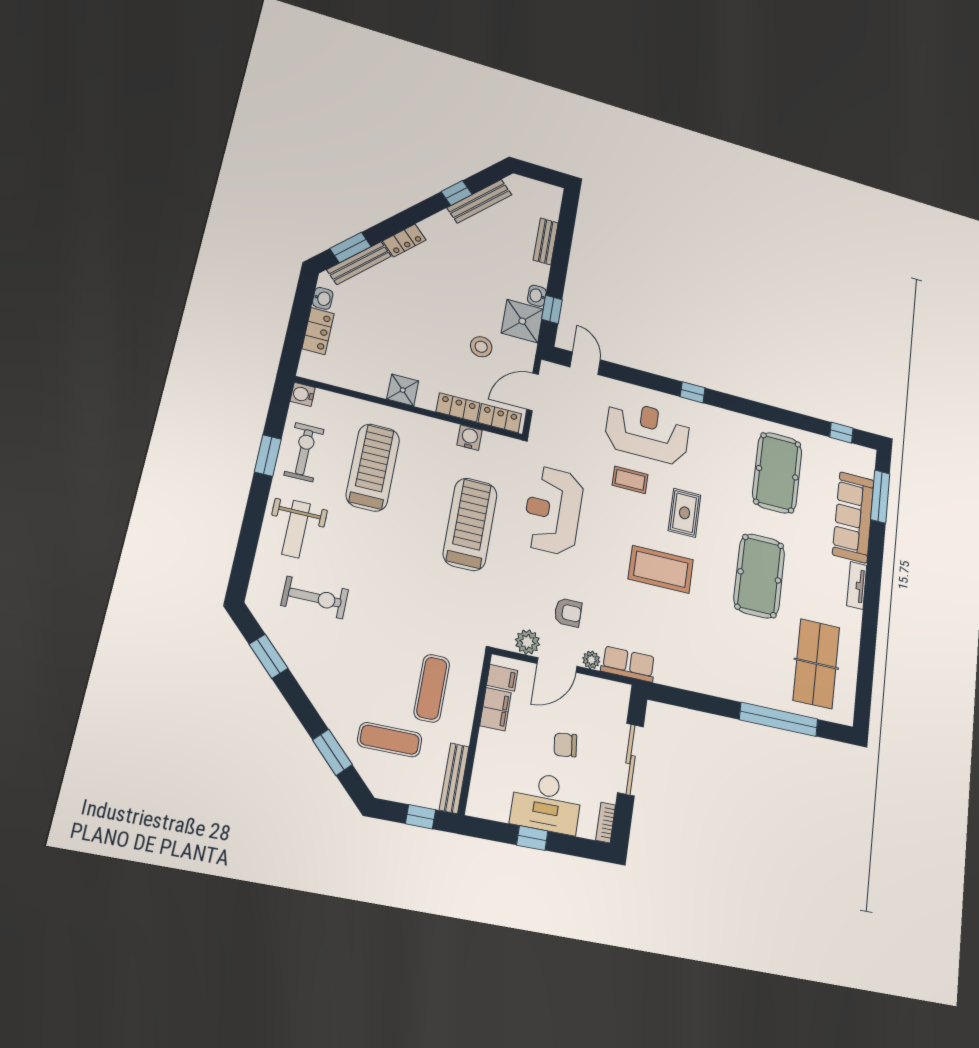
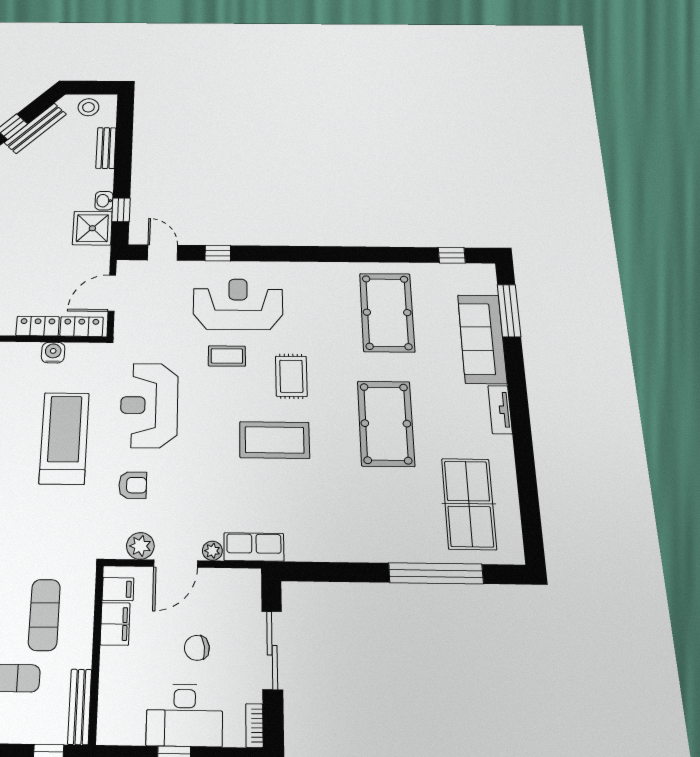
stool: (481, 347) -> (88, 107), moved
window: (693, 392) -> (218, 253), moved
armchair: (568, 612) -> (133, 485), moved

